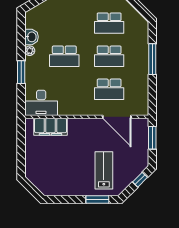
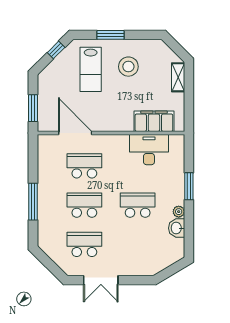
desk: (41, 103) -> (149, 150), moved
shelving: (30, 164) -> (178, 77), added
stool: (72, 173) -> (128, 67), added
window: (140, 180) -> (56, 50), moved
window: (97, 199) -> (110, 35), moved

